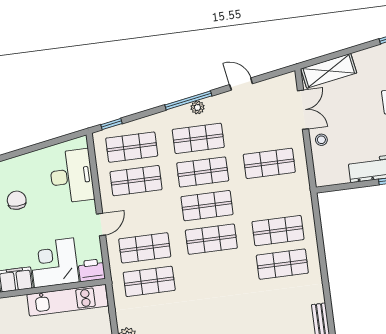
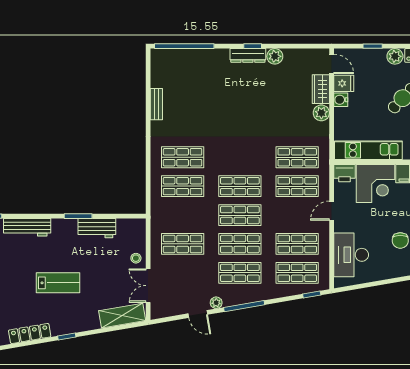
plant: (198, 107) -> (216, 303), moved

